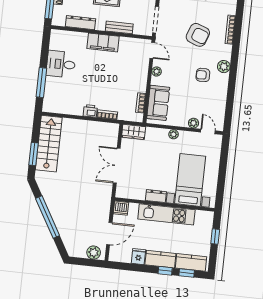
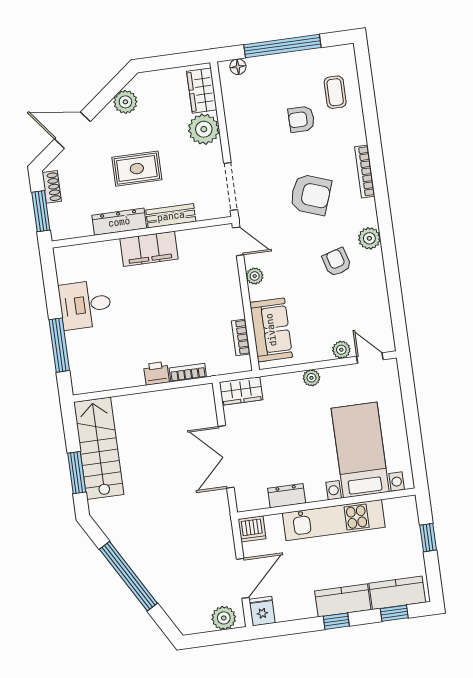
dresser: (80, 23) -> (119, 222), moved
armchair: (203, 75) -> (337, 262), turned 75
dresser: (156, 196) -> (287, 496), moved
fridge: (138, 257) -> (262, 611), moved
window: (165, 271) -> (336, 621), moved

